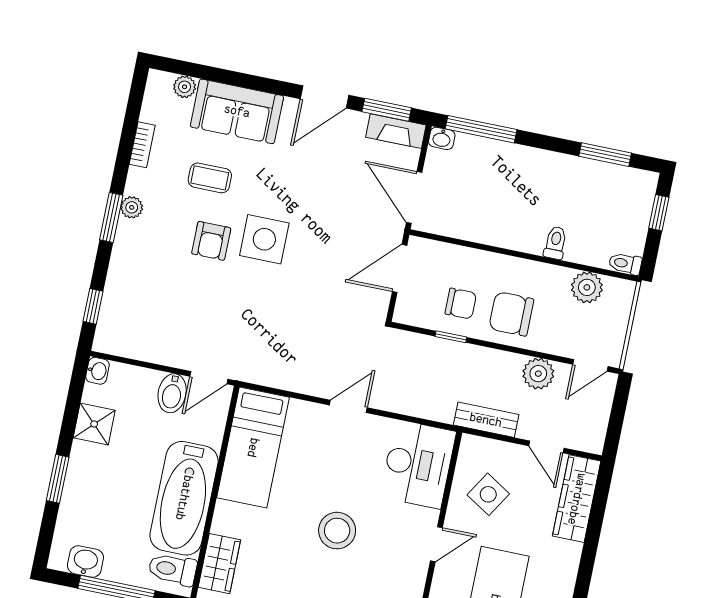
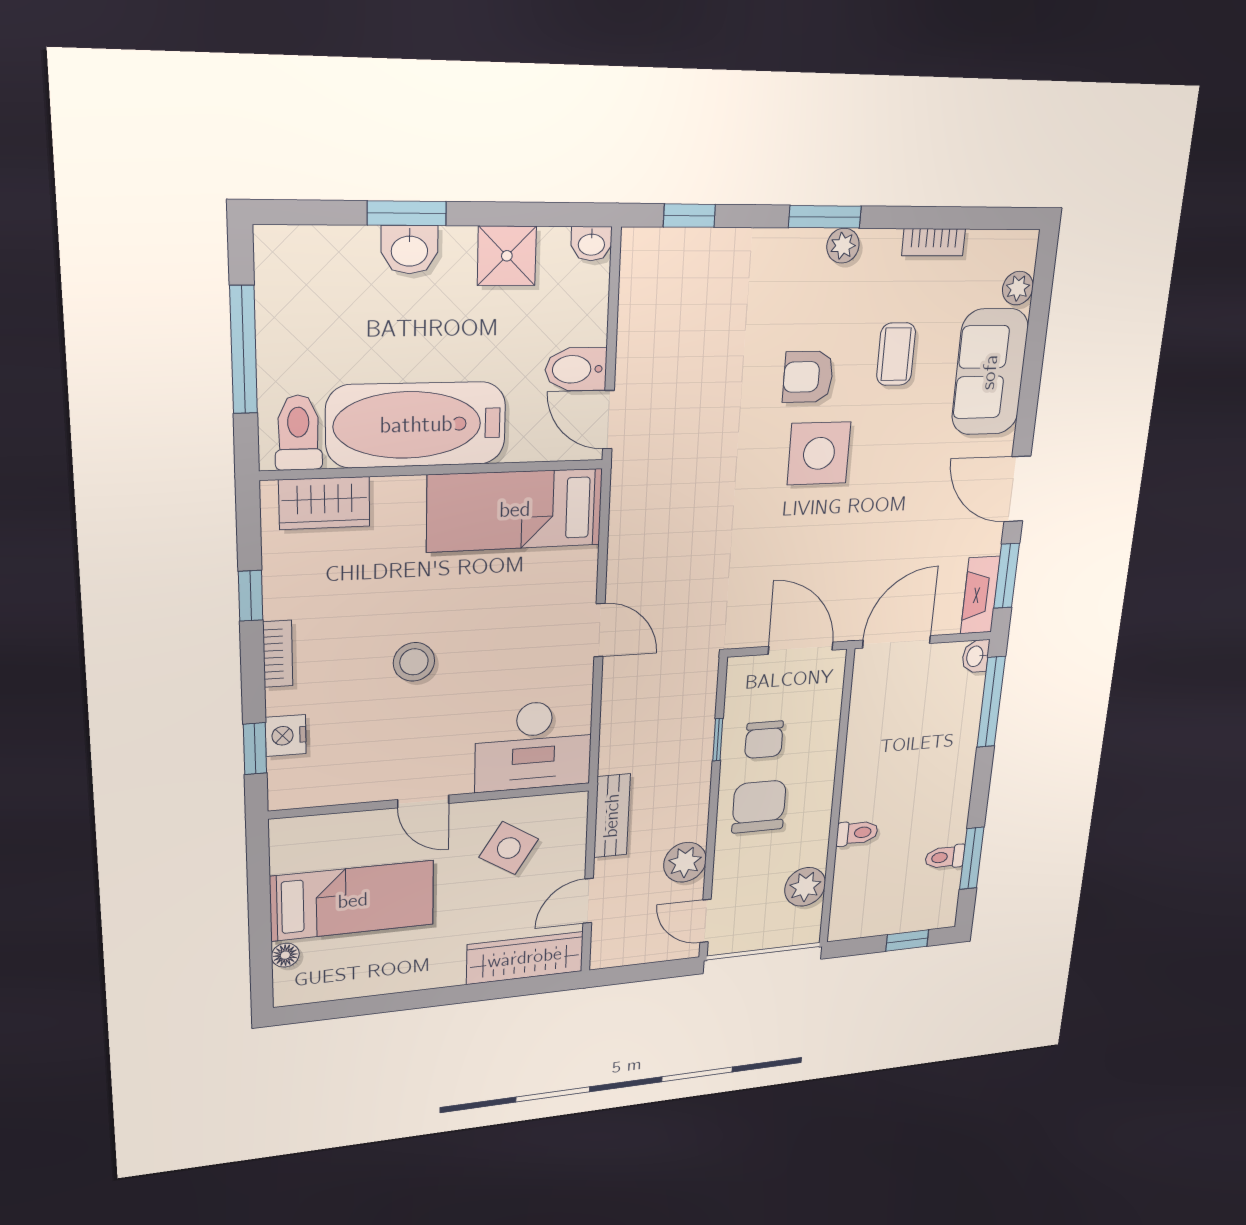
toilet: (625, 264) -> (945, 857), moved, turned -90
stool: (337, 531) -> (414, 662), width x0.73, depth x0.73
washbasin: (85, 561) -> (409, 250), moved, turned 90

